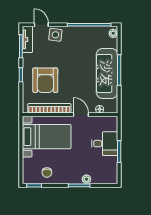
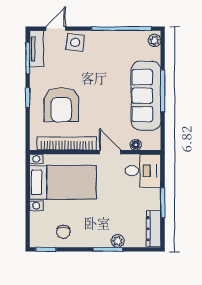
door: (41, 25) -> (56, 29), hinge flipped
desk: (105, 144) -> (143, 171), moved
dresser: (113, 170) -> (154, 229), added

